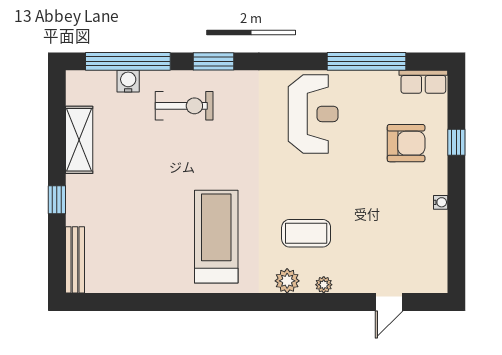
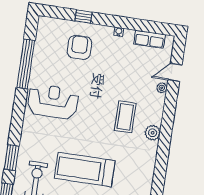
row of seats: (423, 82) -> (149, 39), moved, turned 90
treadmill: (216, 237) -> (85, 170), moved
plant: (324, 285) -> (162, 88), moved
door: (389, 302) -> (175, 72), swing flipped

